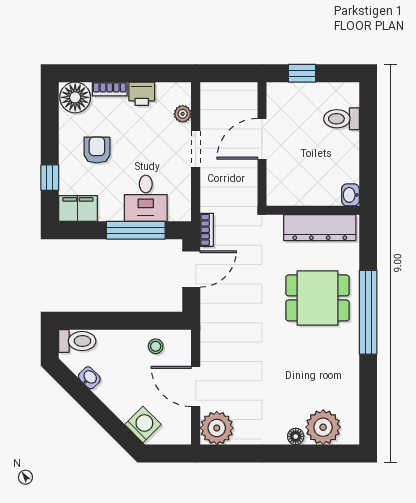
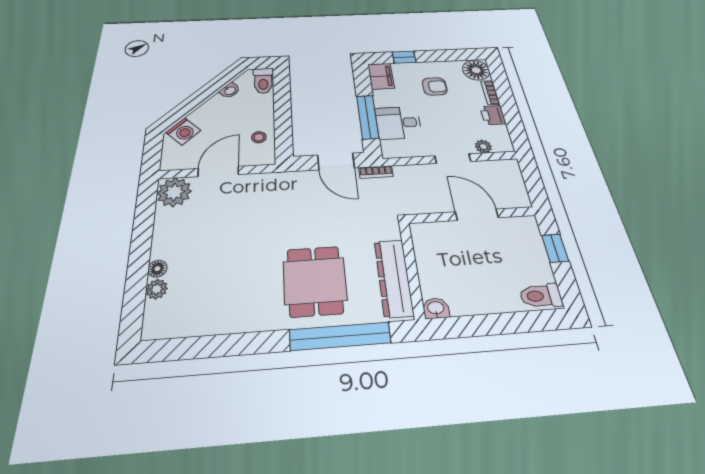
toilet: (341, 119) -> (541, 296), moved, turned -90
window: (368, 312) -> (340, 336), moved
plant: (323, 427) -> (157, 289), width x0.53, depth x0.53

